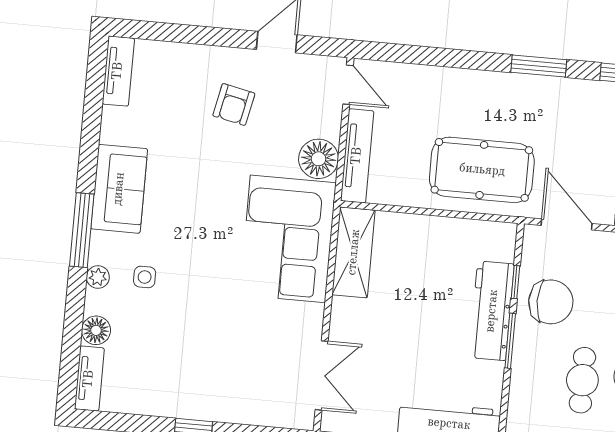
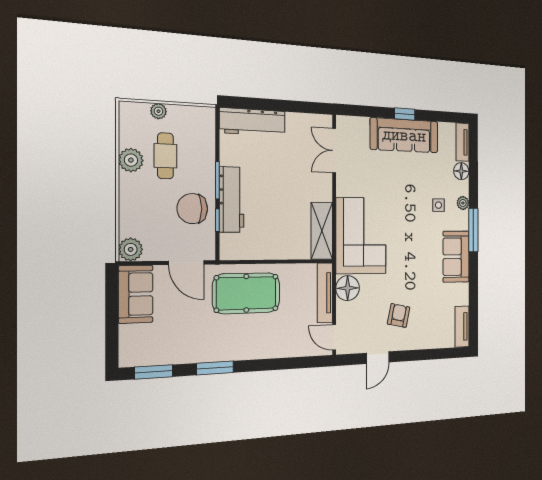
sofa: (197, 394) -> (404, 135), added

